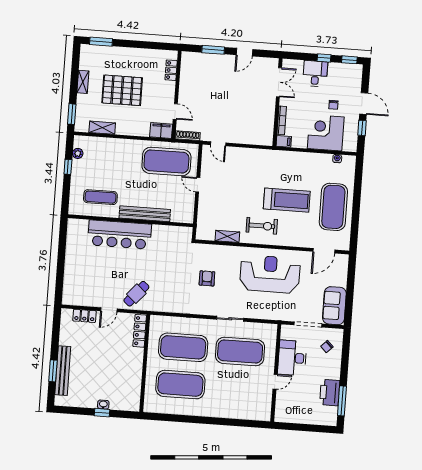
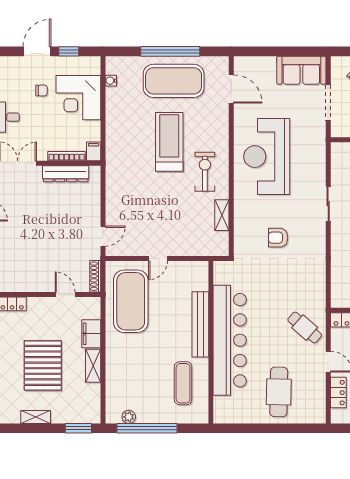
door: (175, 111) -> (65, 295), hinge flipped
dresser: (268, 119) -> (66, 174), added
shelving: (102, 128) -> (93, 366), moved
filing cabinet: (161, 131) -> (91, 334), moved
window: (68, 167) -> (147, 428), width x3.17
window: (356, 206) -> (170, 51), added
bar counter: (120, 235) -> (230, 340), width x1.36
cafe table: (88, 270) -> (279, 392), added

